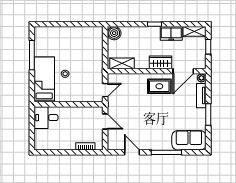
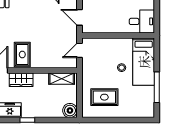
rug: (81, 46) -> (104, 97), added
rug: (159, 86) -> (22, 54), turned 90

